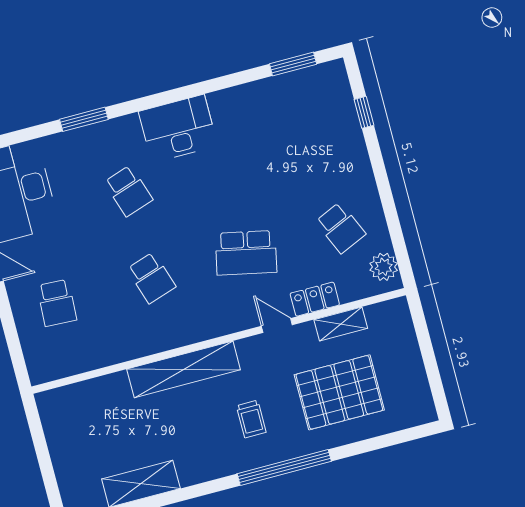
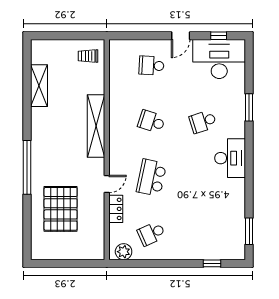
school desk: (151, 278) -> (151, 122), turned 36
shelving: (341, 324) -> (98, 220), removed
trolley: (251, 419) -> (88, 56), moved

